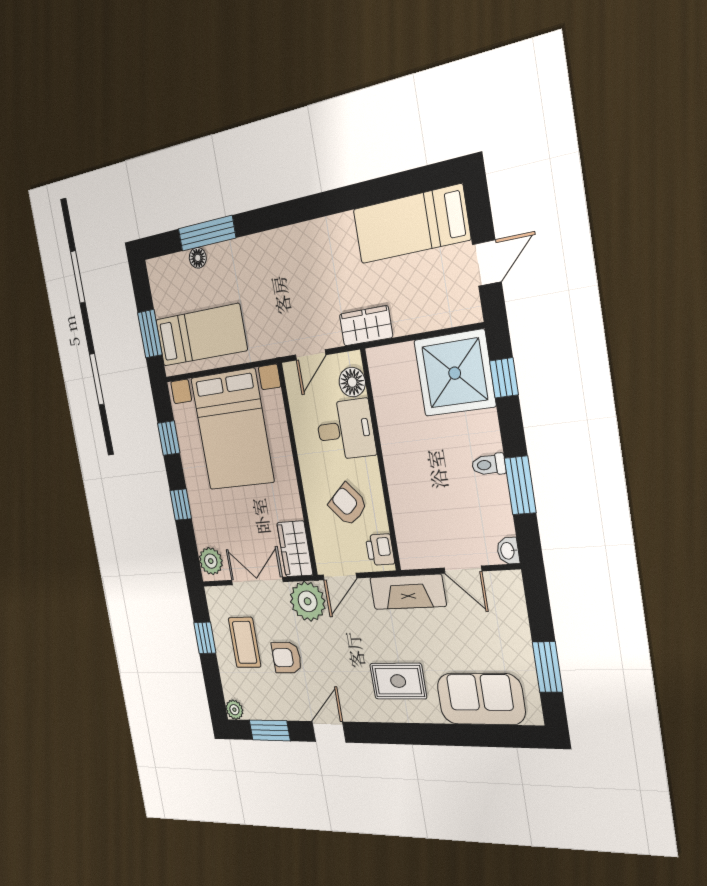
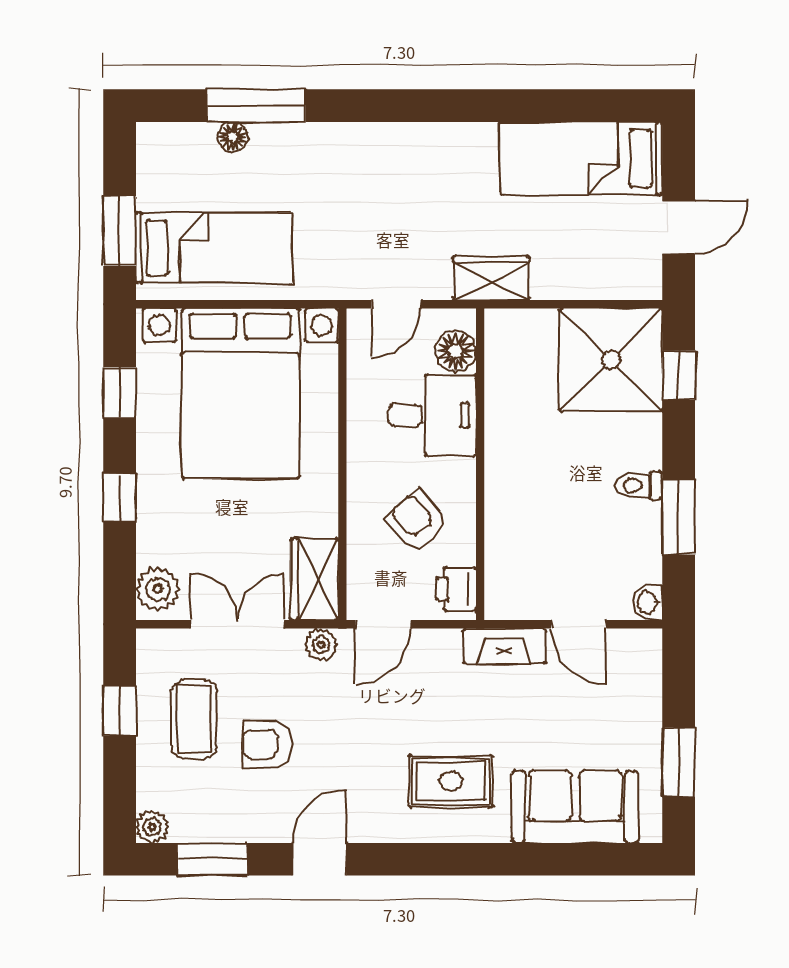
fireplace: (408, 592) -> (504, 646), width x0.73, depth x0.76
plant: (308, 601) -> (321, 645), width x0.53, depth x0.53

